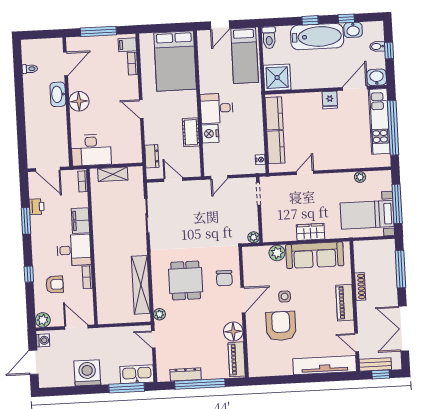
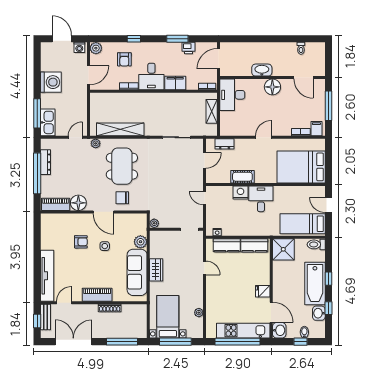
washbasin: (58, 94) -> (262, 70), moved
dining table: (186, 281) -> (122, 166), width x1.38
armchair: (281, 326) -> (81, 242), width x0.53, depth x0.53

